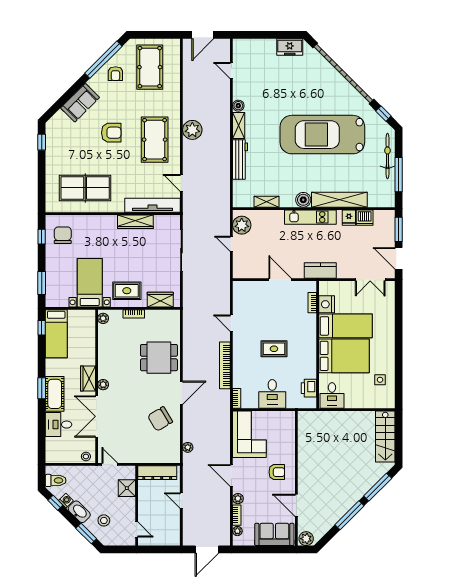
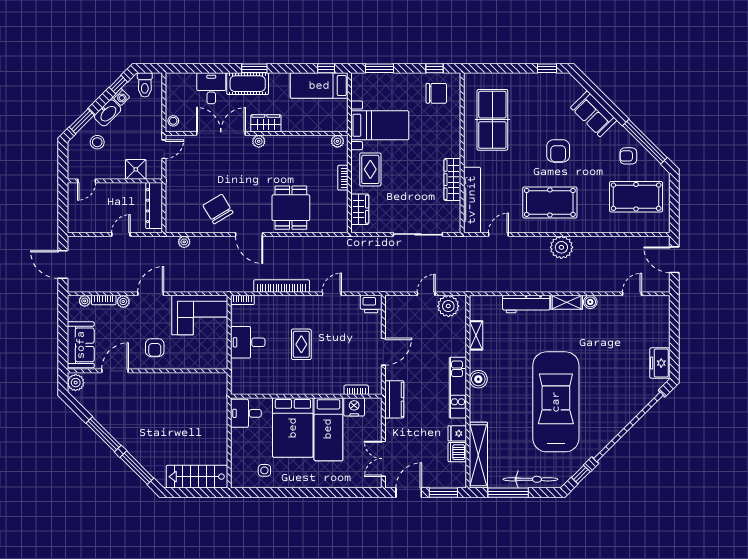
shelving: (339, 200) -> (478, 455), moved
printer: (309, 388) -> (371, 304), moved, turned 180

